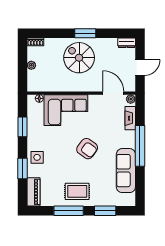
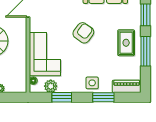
plant: (34, 116) -> (51, 86), added

